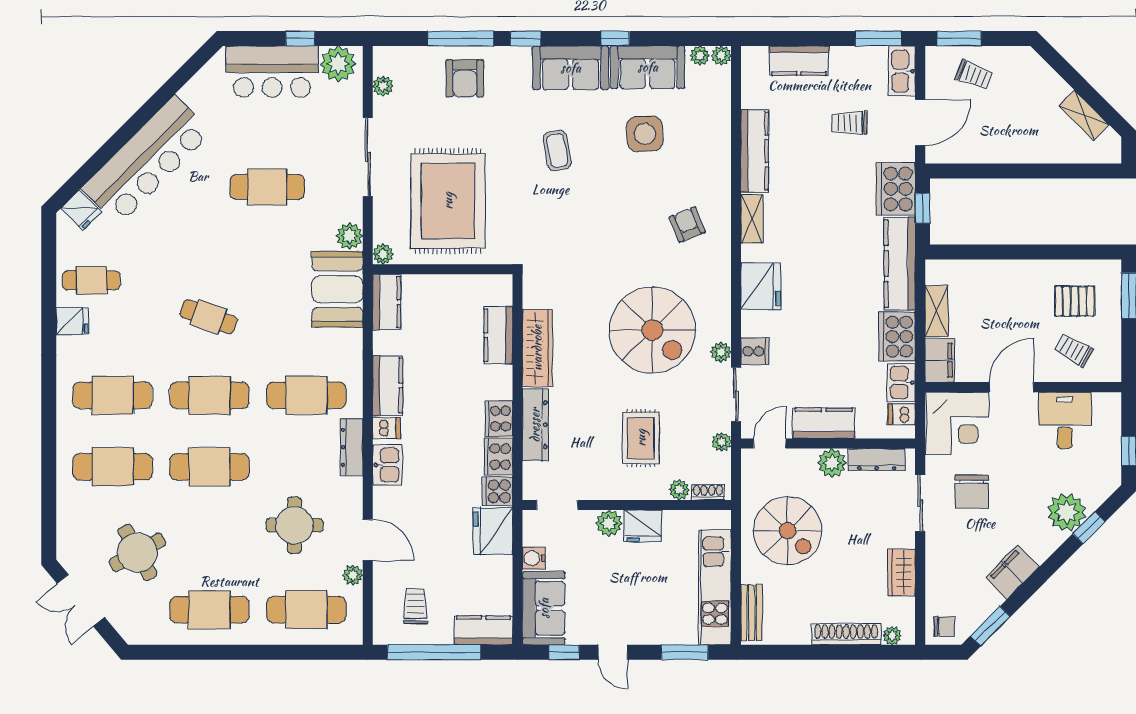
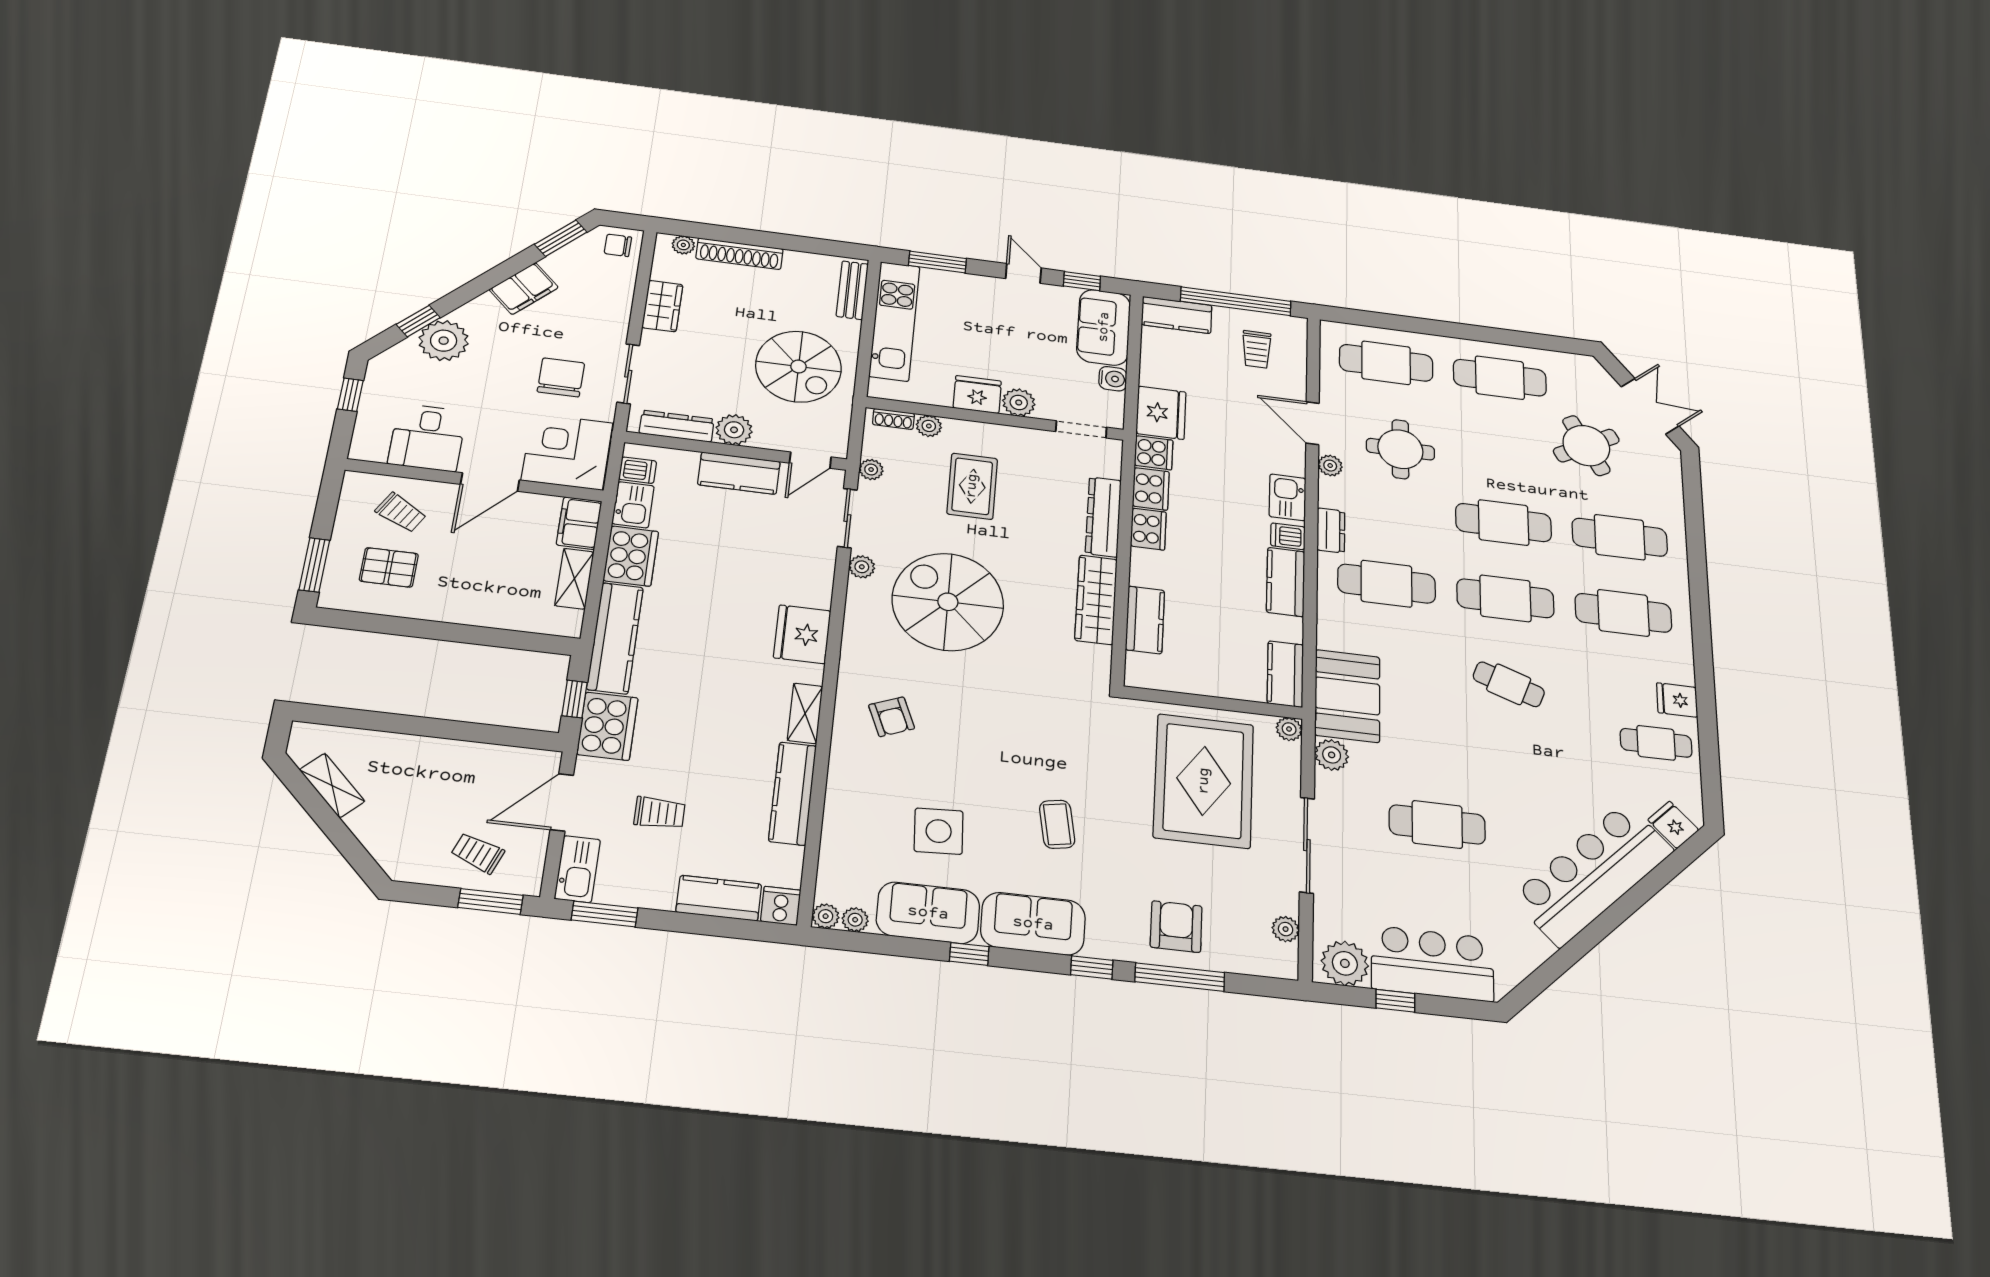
cooker: (755, 351) -> (781, 906), moved, turned 90
dresser: (352, 447) -> (1331, 530), width x0.70
spiral stairs: (788, 531) -> (798, 367), turned 180
plant: (353, 575) -> (1330, 466), moved

